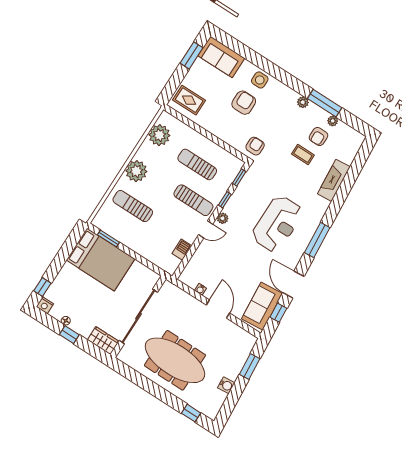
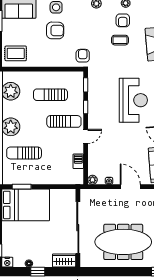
armchair: (244, 103) -> (55, 30), turned 91
plant: (223, 218) -> (93, 180), moved

